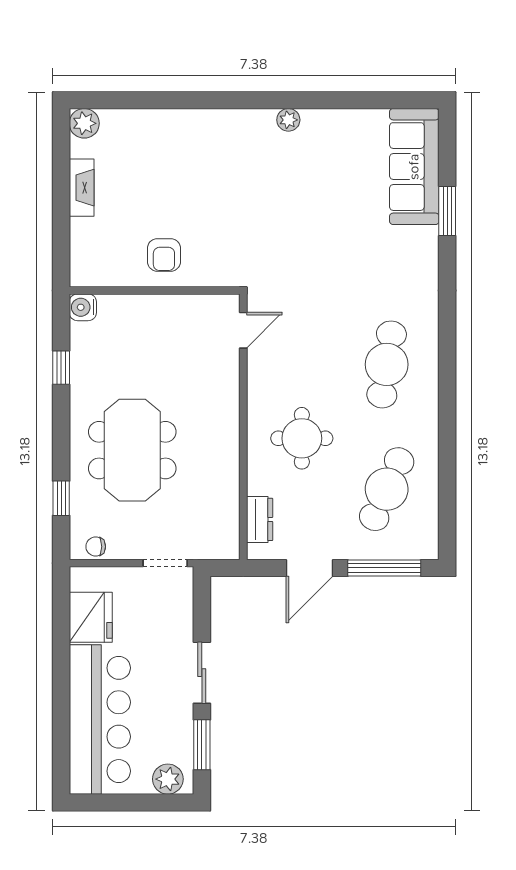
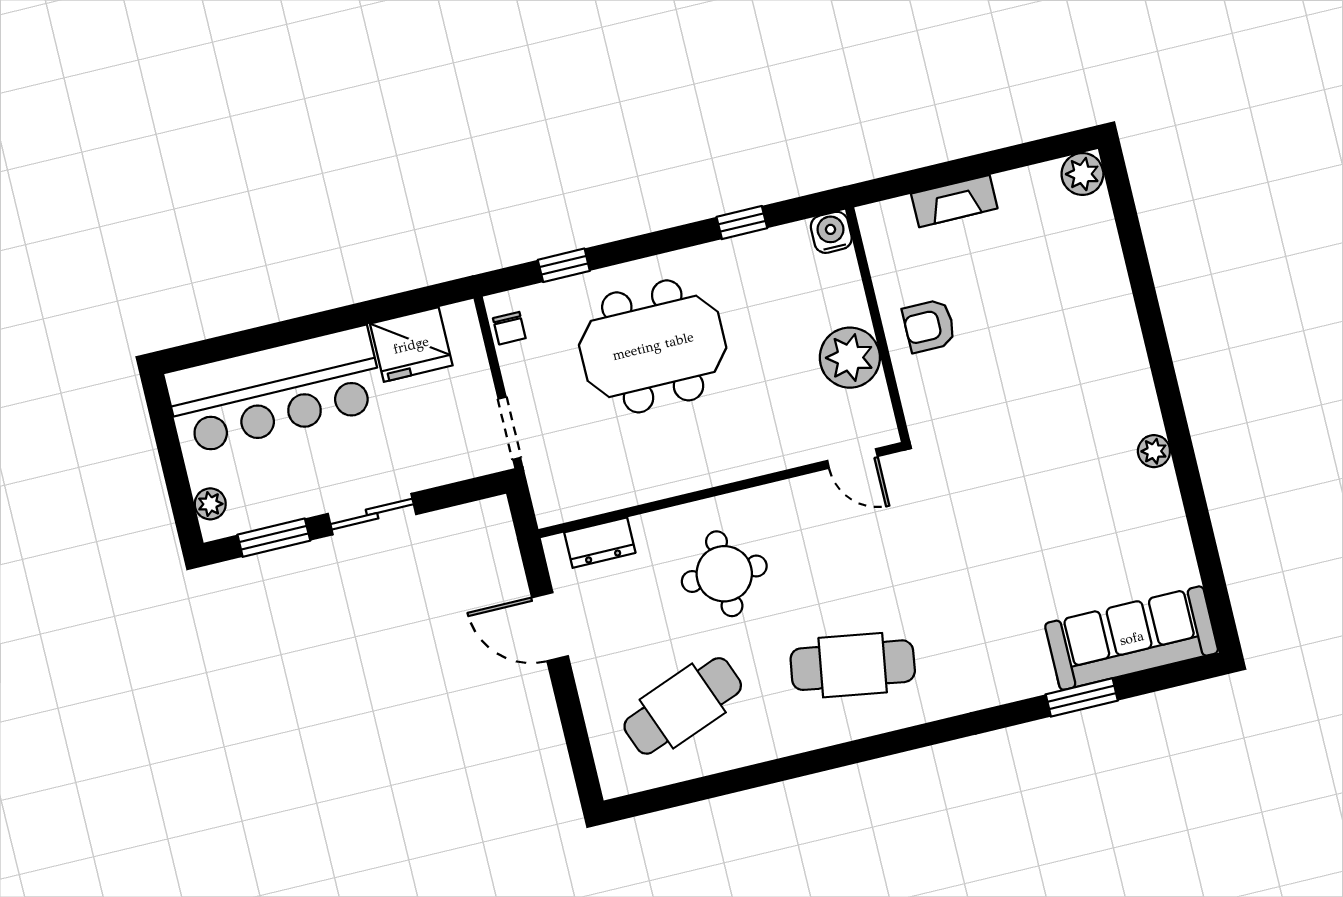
fireplace: (82, 188) -> (954, 201), moved
plant: (173, 315) -> (850, 358), added
cafe table: (387, 489) -> (683, 706), turned -45
chair: (96, 547) -> (509, 328), turned 180
window: (384, 568) -> (574, 729), removed
plant: (168, 779) -> (210, 504), width x0.73, depth x0.73

